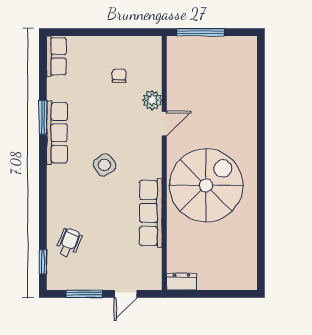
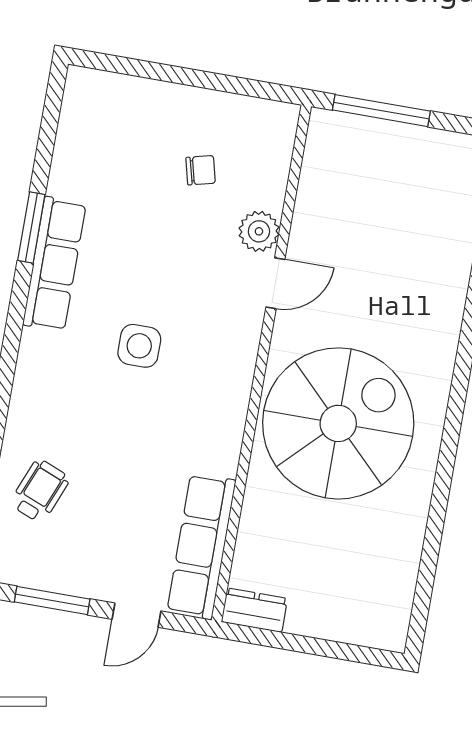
row of seats: (56, 56) -> (80, 109), removed
chair: (119, 76) -> (201, 170), turned 76
side table: (104, 165) -> (139, 346), turned 34
row of seats: (151, 213) -> (201, 546), moved

